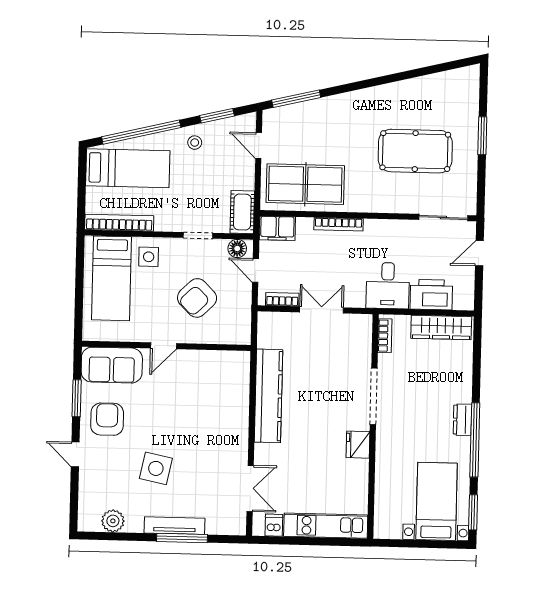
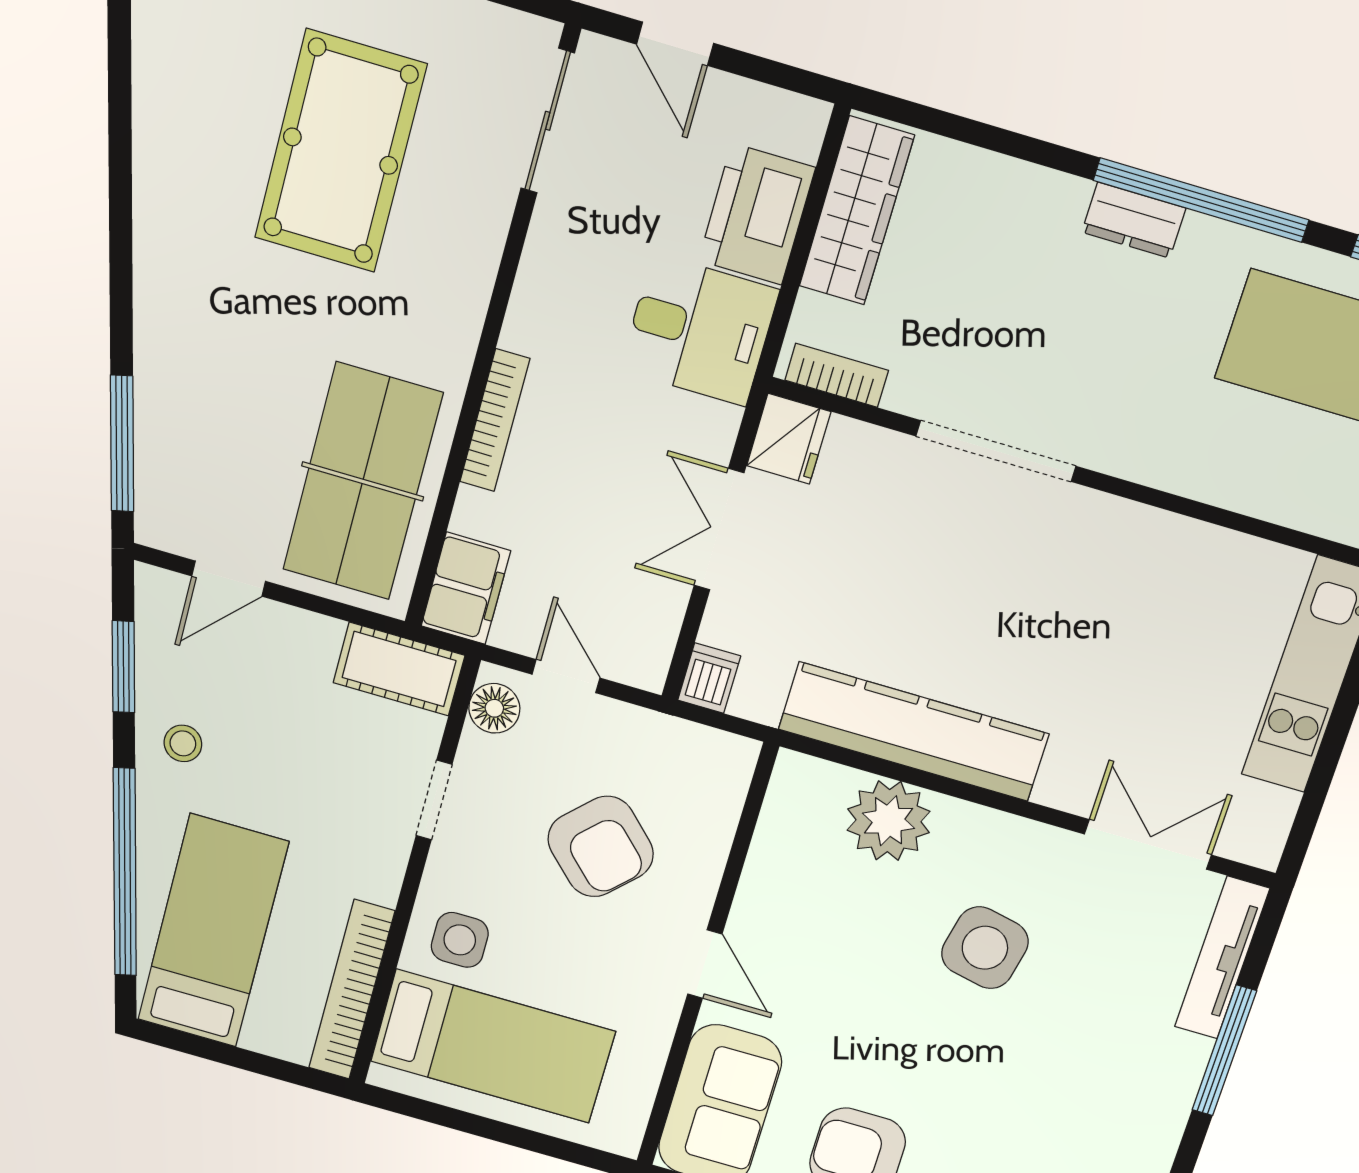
door: (256, 271) -> (566, 676), swing flipped
bookcase: (282, 299) -> (663, 626), removed
plant: (234, 396) -> (888, 821), added
fridge: (358, 445) -> (789, 439), moved, turned -90
side table: (156, 468) -> (985, 948), moved
dishwasher: (274, 525) -> (709, 678), moved, turned 90
tv unit: (175, 526) -> (1222, 958), moved

